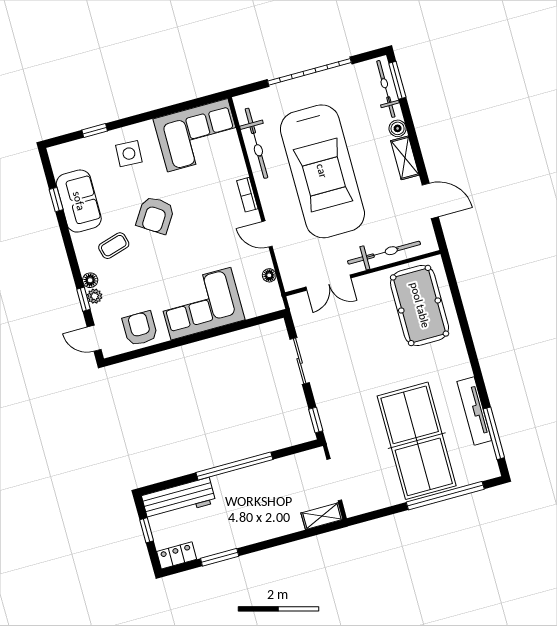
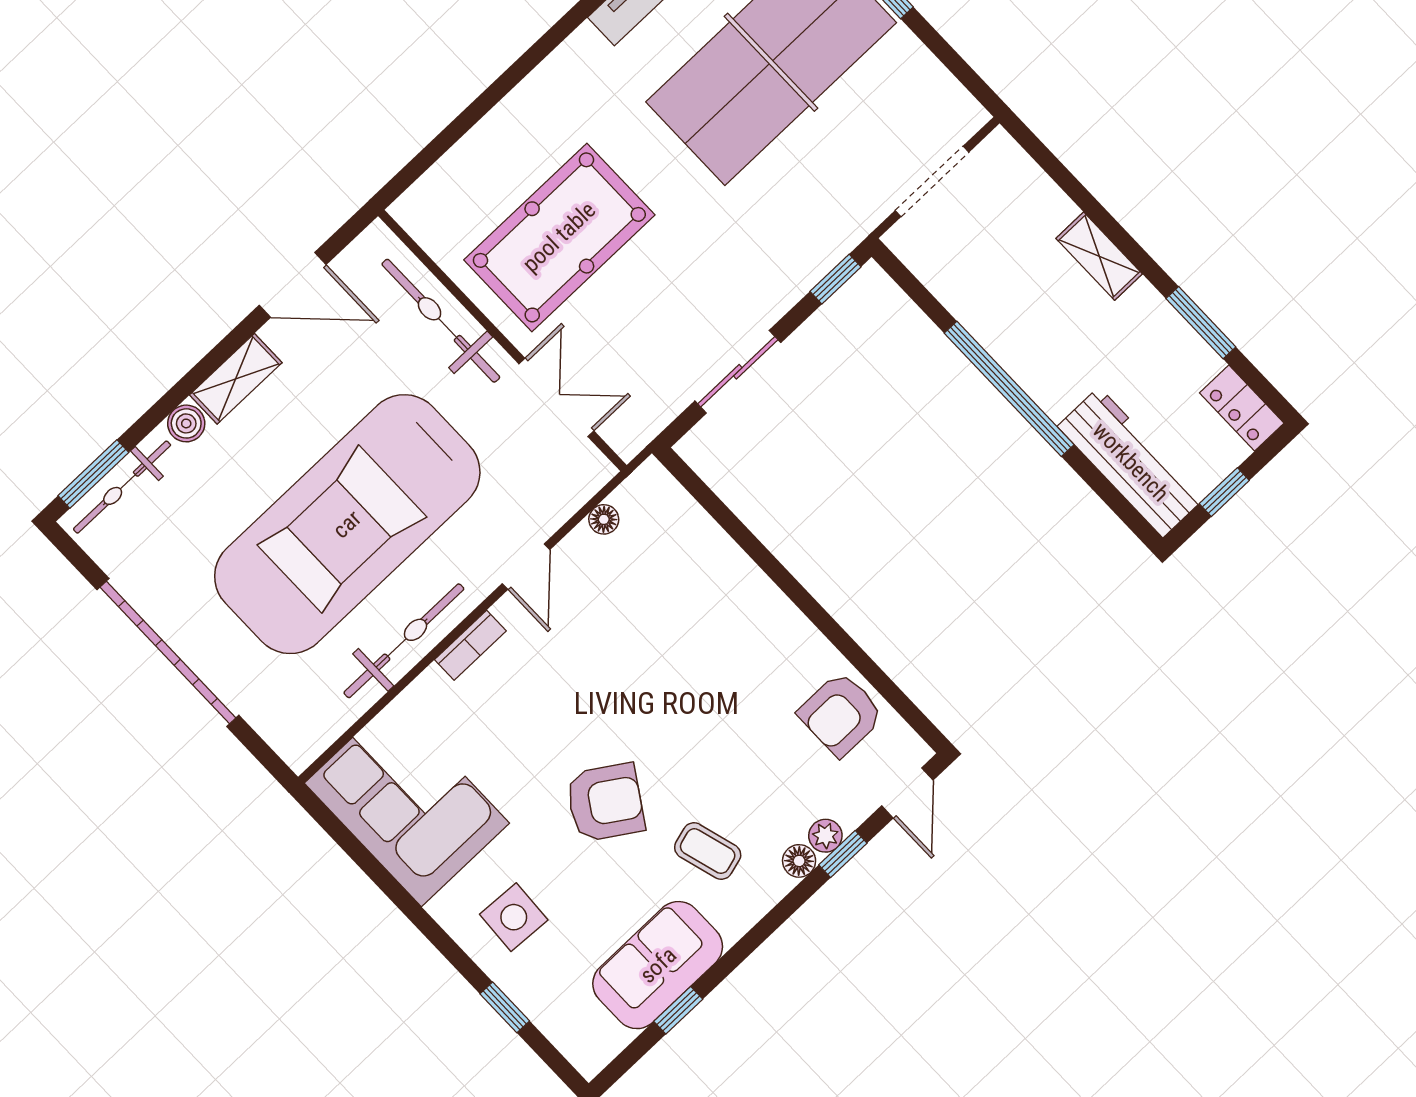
bicycle: (256, 143) -> (404, 641), moved
car: (322, 171) -> (347, 524), turned 180
door: (430, 201) -> (293, 285), swing flipped
corner sofa: (201, 304) -> (729, 622), removed
pool table: (420, 305) -> (559, 237), moved
shelving: (322, 516) -> (1099, 256), moved

